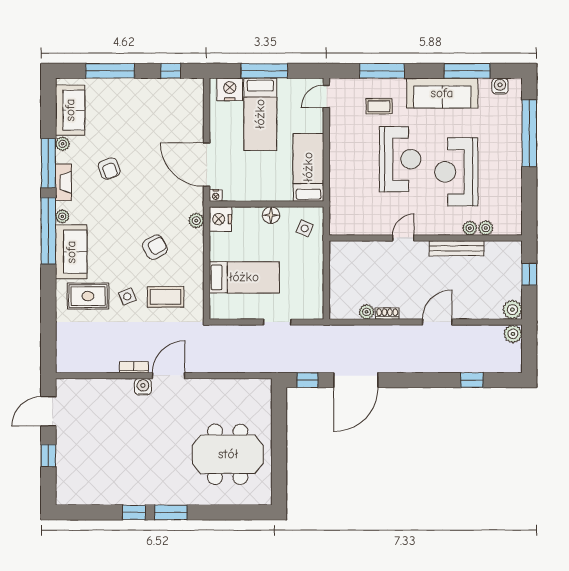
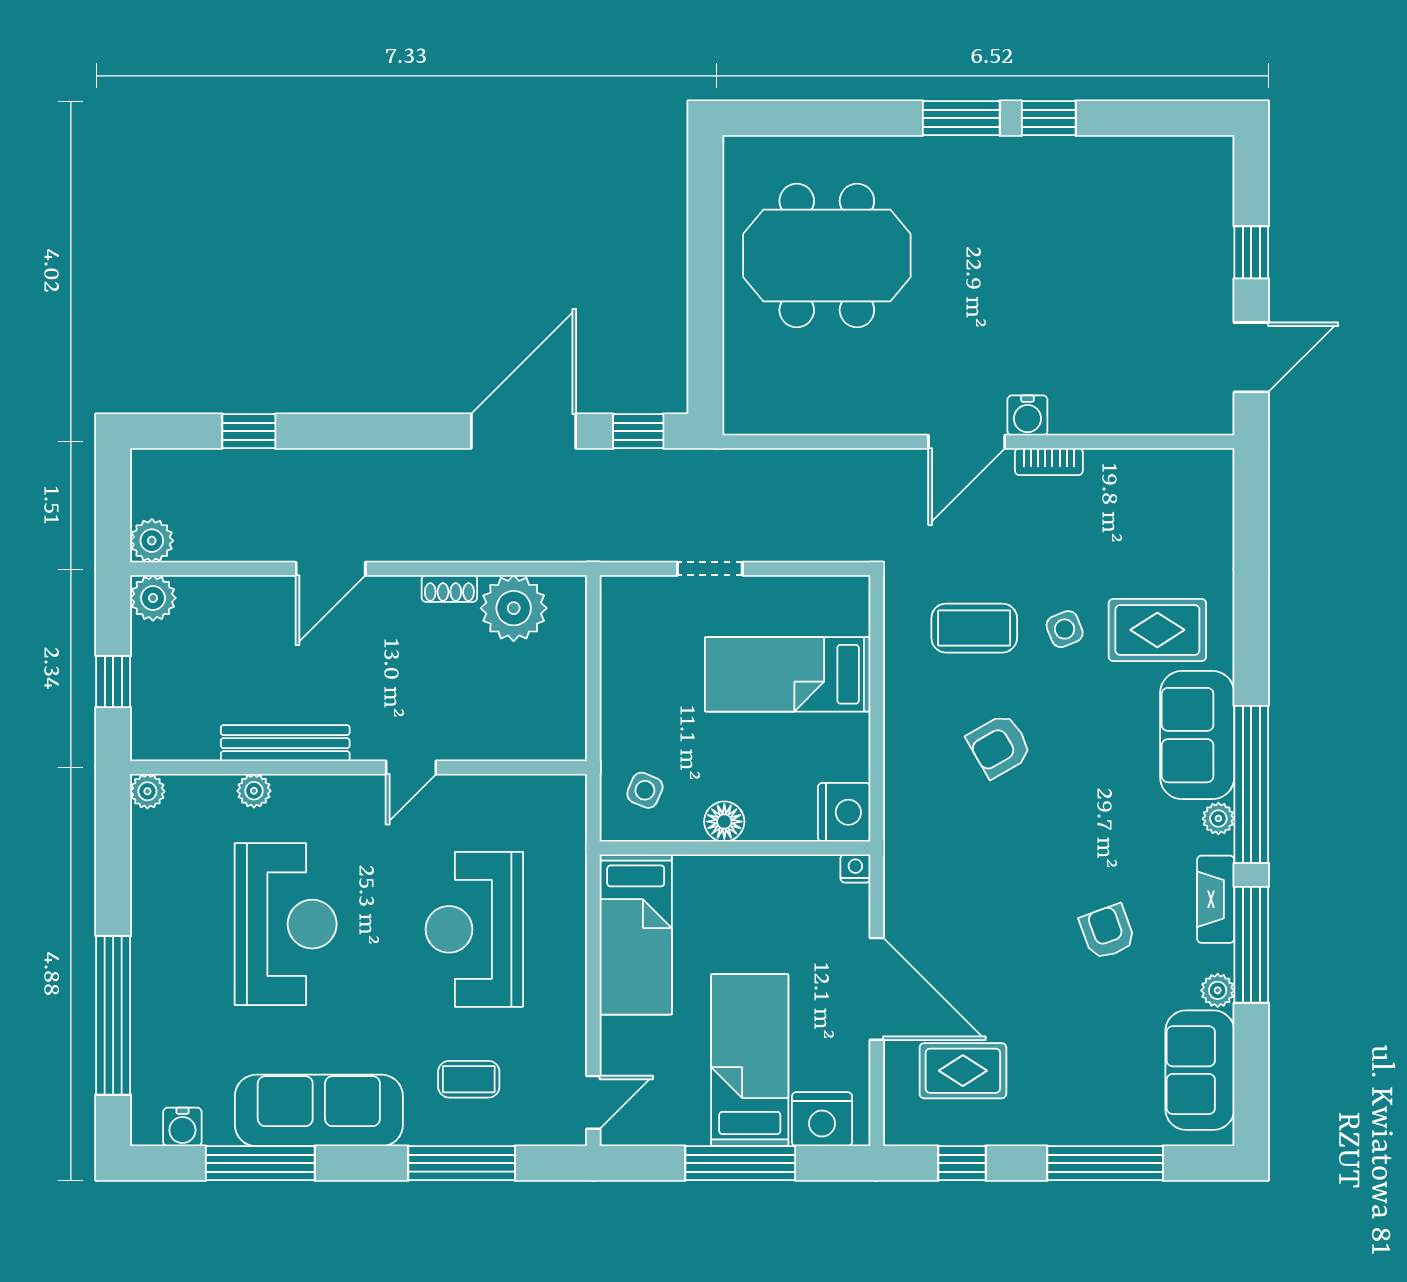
rug: (170, 110) -> (963, 1071), added
reception desk: (400, 159) -> (474, 929), moved
door: (207, 165) -> (877, 989), moved
plant: (196, 221) -> (901, 809), removed
plant: (486, 228) -> (147, 791), moved
plant: (367, 312) -> (514, 608), width x1.87, depth x1.87

